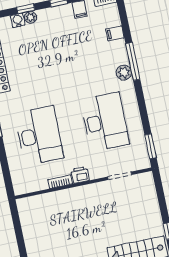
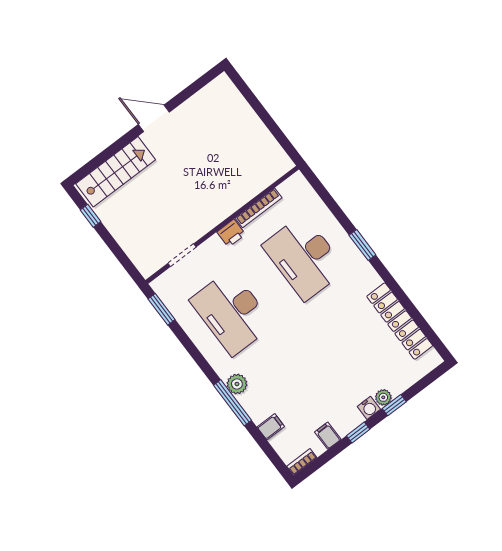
water cooler: (18, 20) -> (369, 408), moved
bookcase: (60, 182) -> (259, 208), width x1.56

